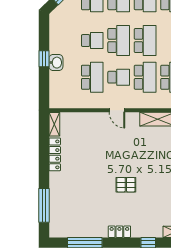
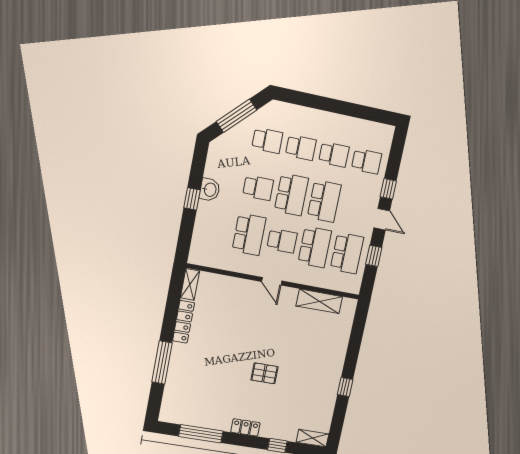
washbasin: (56, 63) -> (210, 190), moved
window: (44, 205) -> (162, 362), moved

